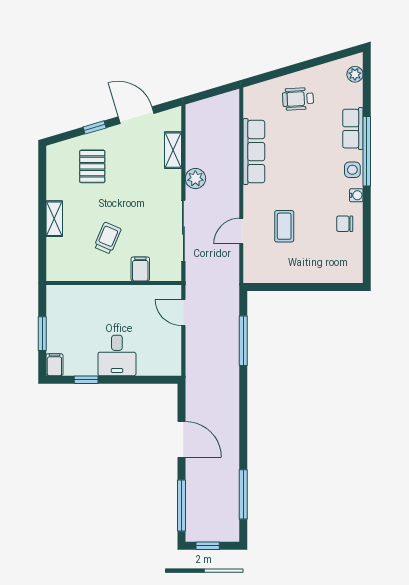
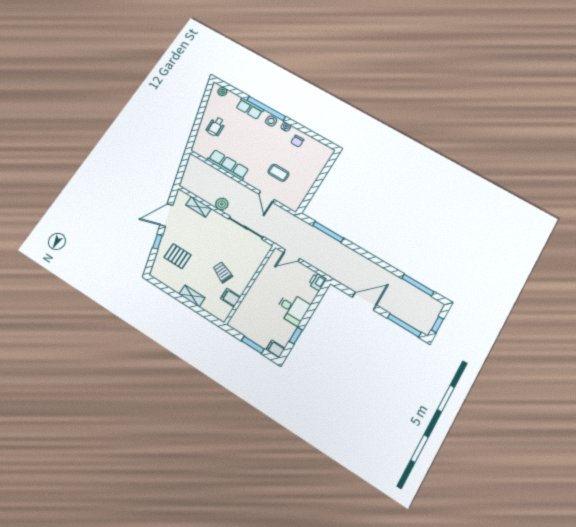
filing cabinet: (140, 269) -> (231, 298), moved
printer: (170, 366) -> (317, 282), added

